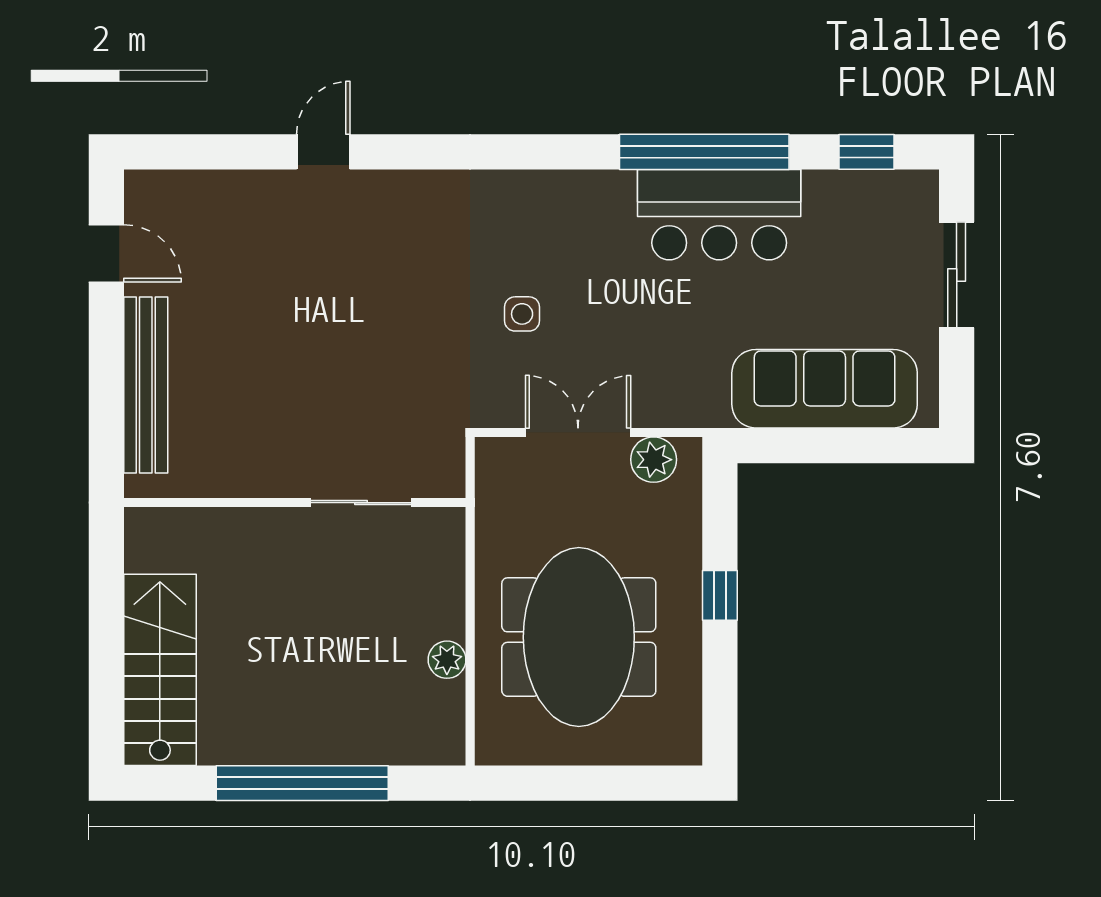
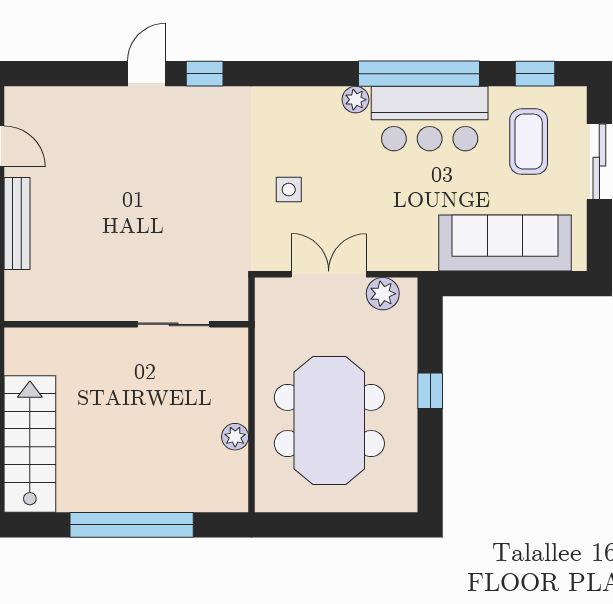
window: (404, 152) -> (205, 74), added
plant: (615, 188) -> (356, 100), added
coffee table: (858, 247) -> (529, 142), added
bench: (146, 385) -> (17, 223), width x0.73, depth x0.82

